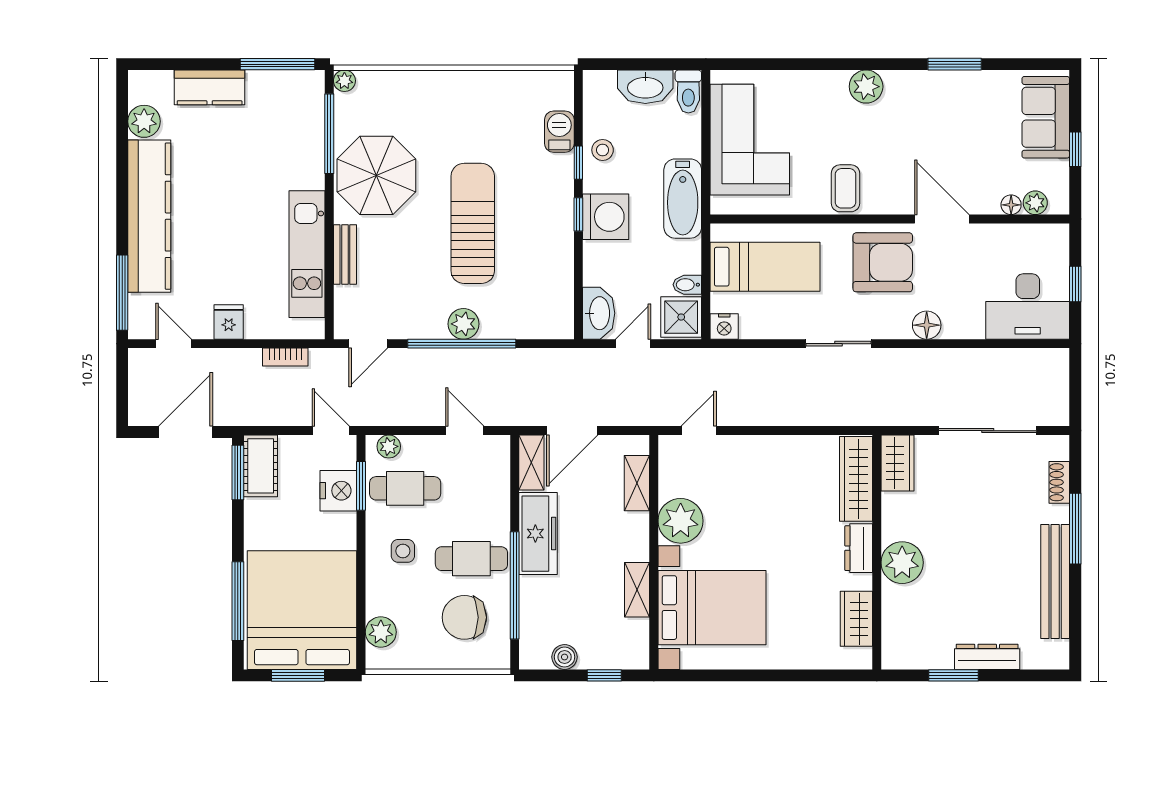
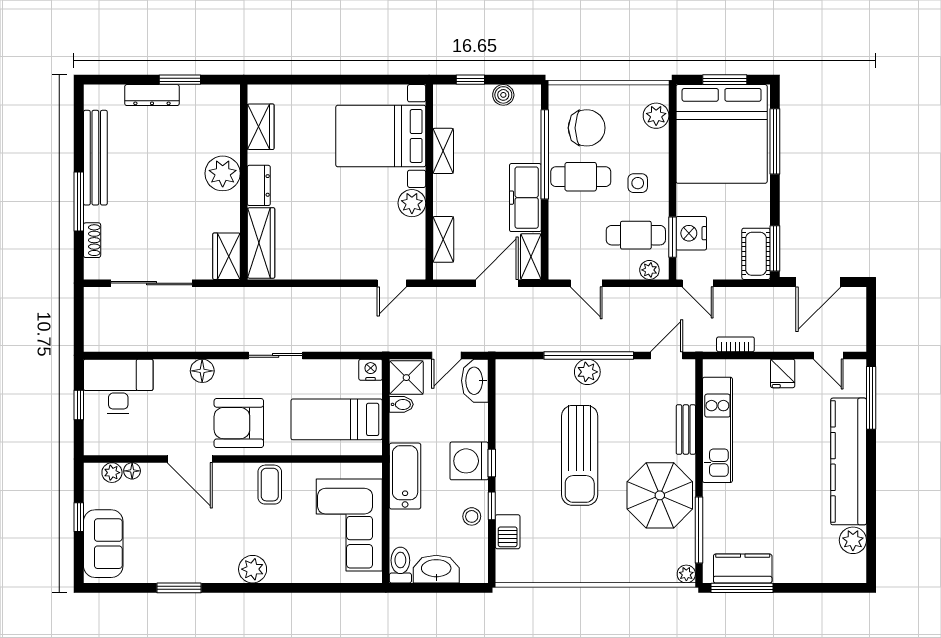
kitchen counter: (210, 87) -> (743, 568), moved
plant: (681, 521) -> (412, 203), width x0.73, depth x0.73

